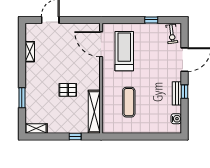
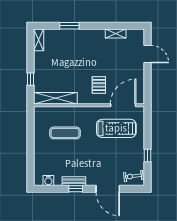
pallet: (68, 90) -> (99, 85), moved

